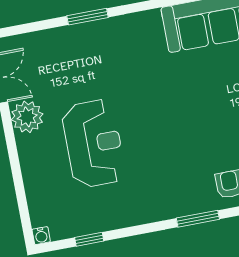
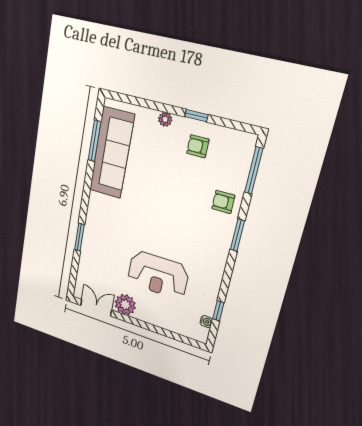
reception desk: (94, 143) -> (158, 275), turned 180
water cooler: (41, 236) -> (206, 322), moved

